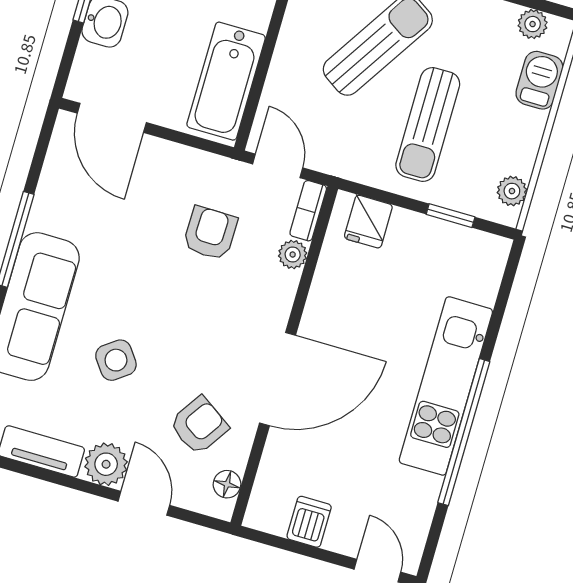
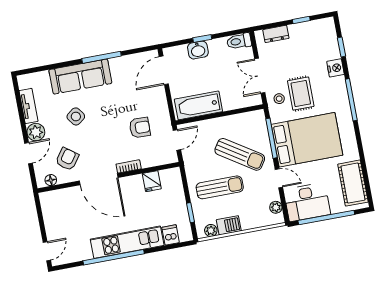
barbecue: (539, 80) -> (229, 225), moved
sun lounger: (428, 125) -> (220, 187), turned 180
bookcase: (308, 211) -> (129, 166), moved
fridge: (368, 222) -> (152, 181), moved, turned -90
plant: (293, 254) -> (147, 162), removed
armchair: (199, 425) -> (67, 159), turned -88
dishwasher: (309, 522) -> (171, 235), moved, turned -90

